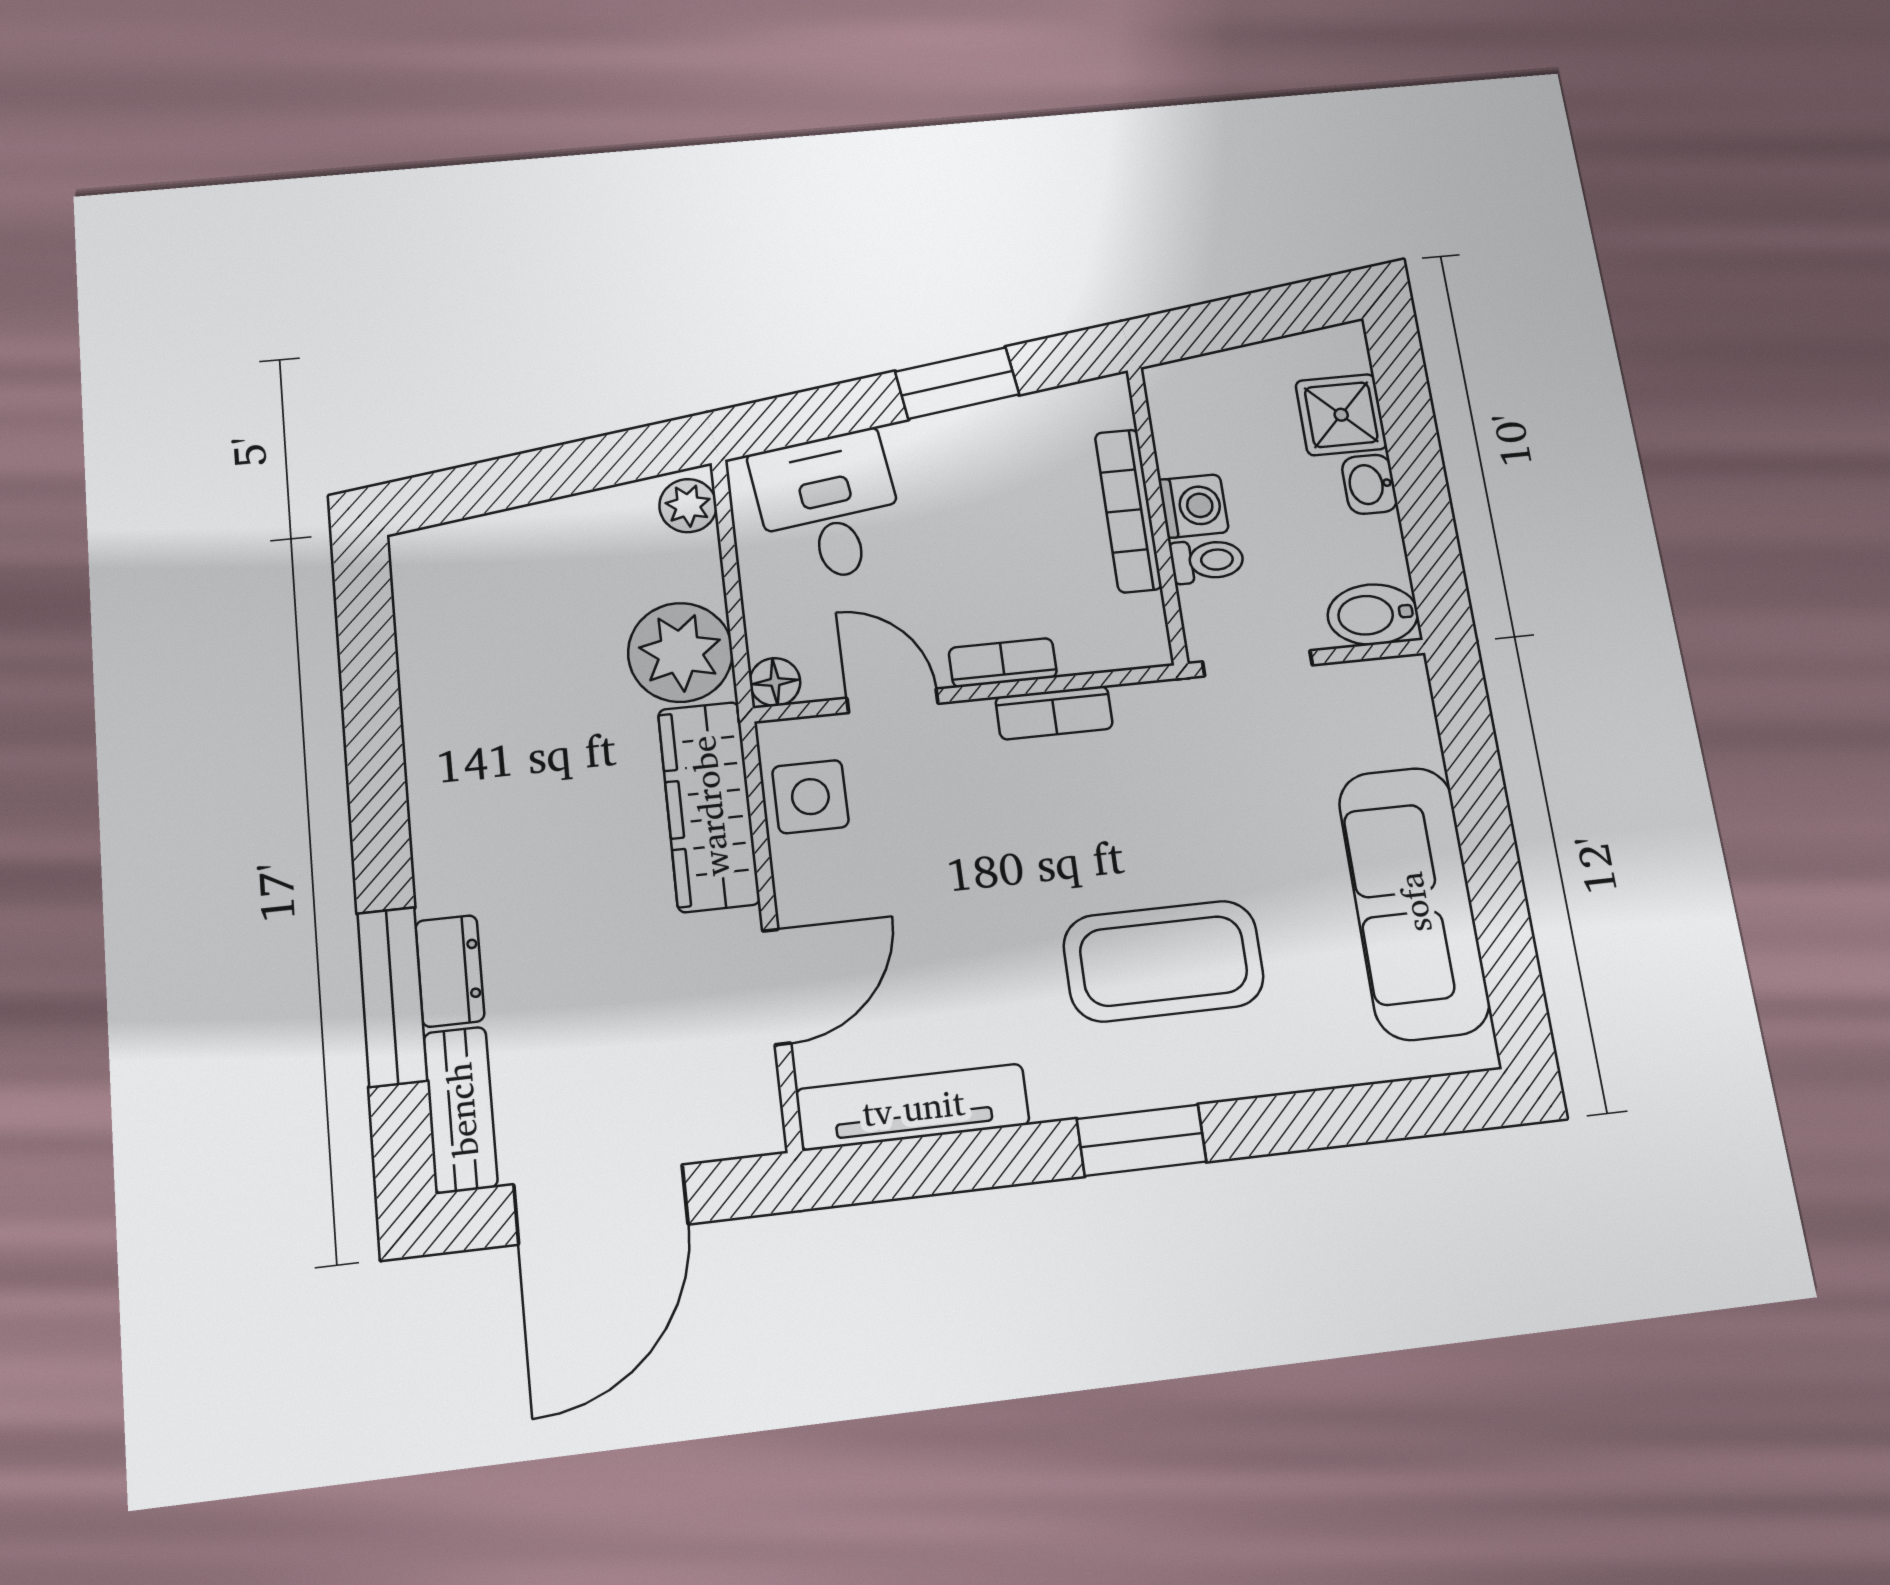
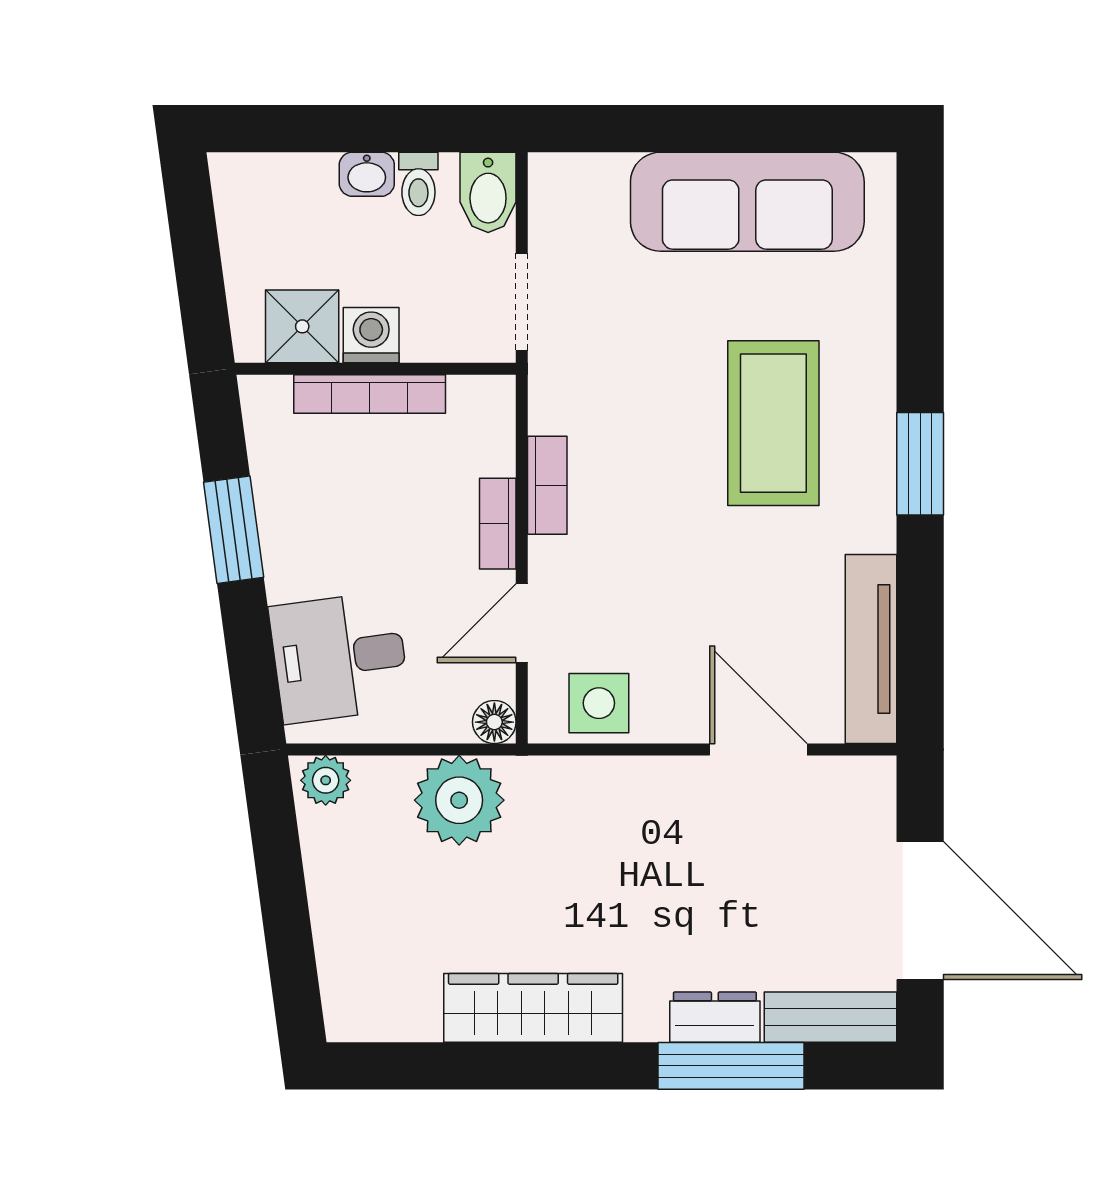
shower: (1341, 415) -> (302, 326), moved
toilet: (1207, 561) -> (418, 184), moved, turned 180
wardrobe: (709, 806) -> (533, 1008), moved, turned 180

